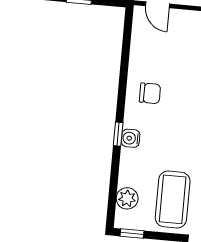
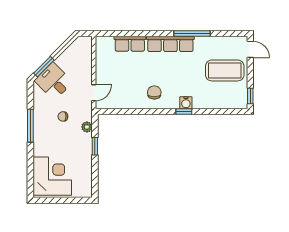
plant: (127, 198) -> (227, 101), removed

